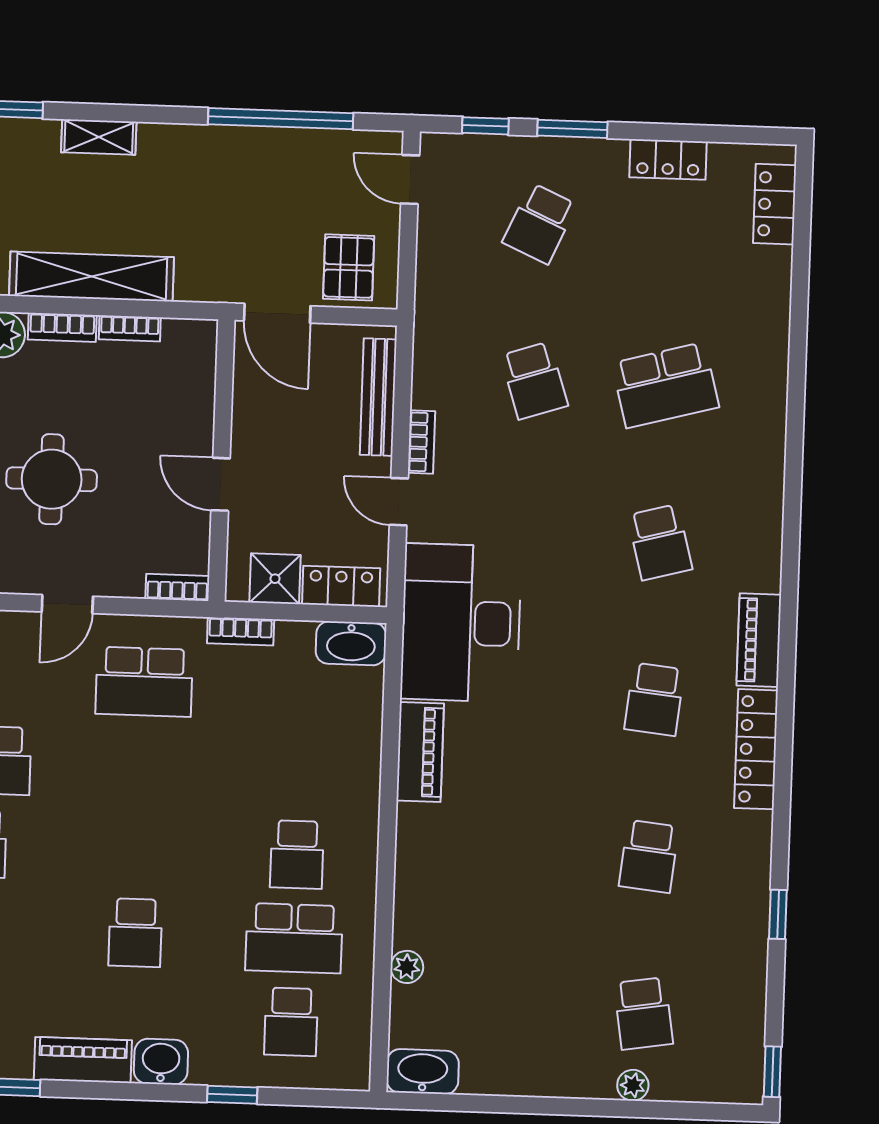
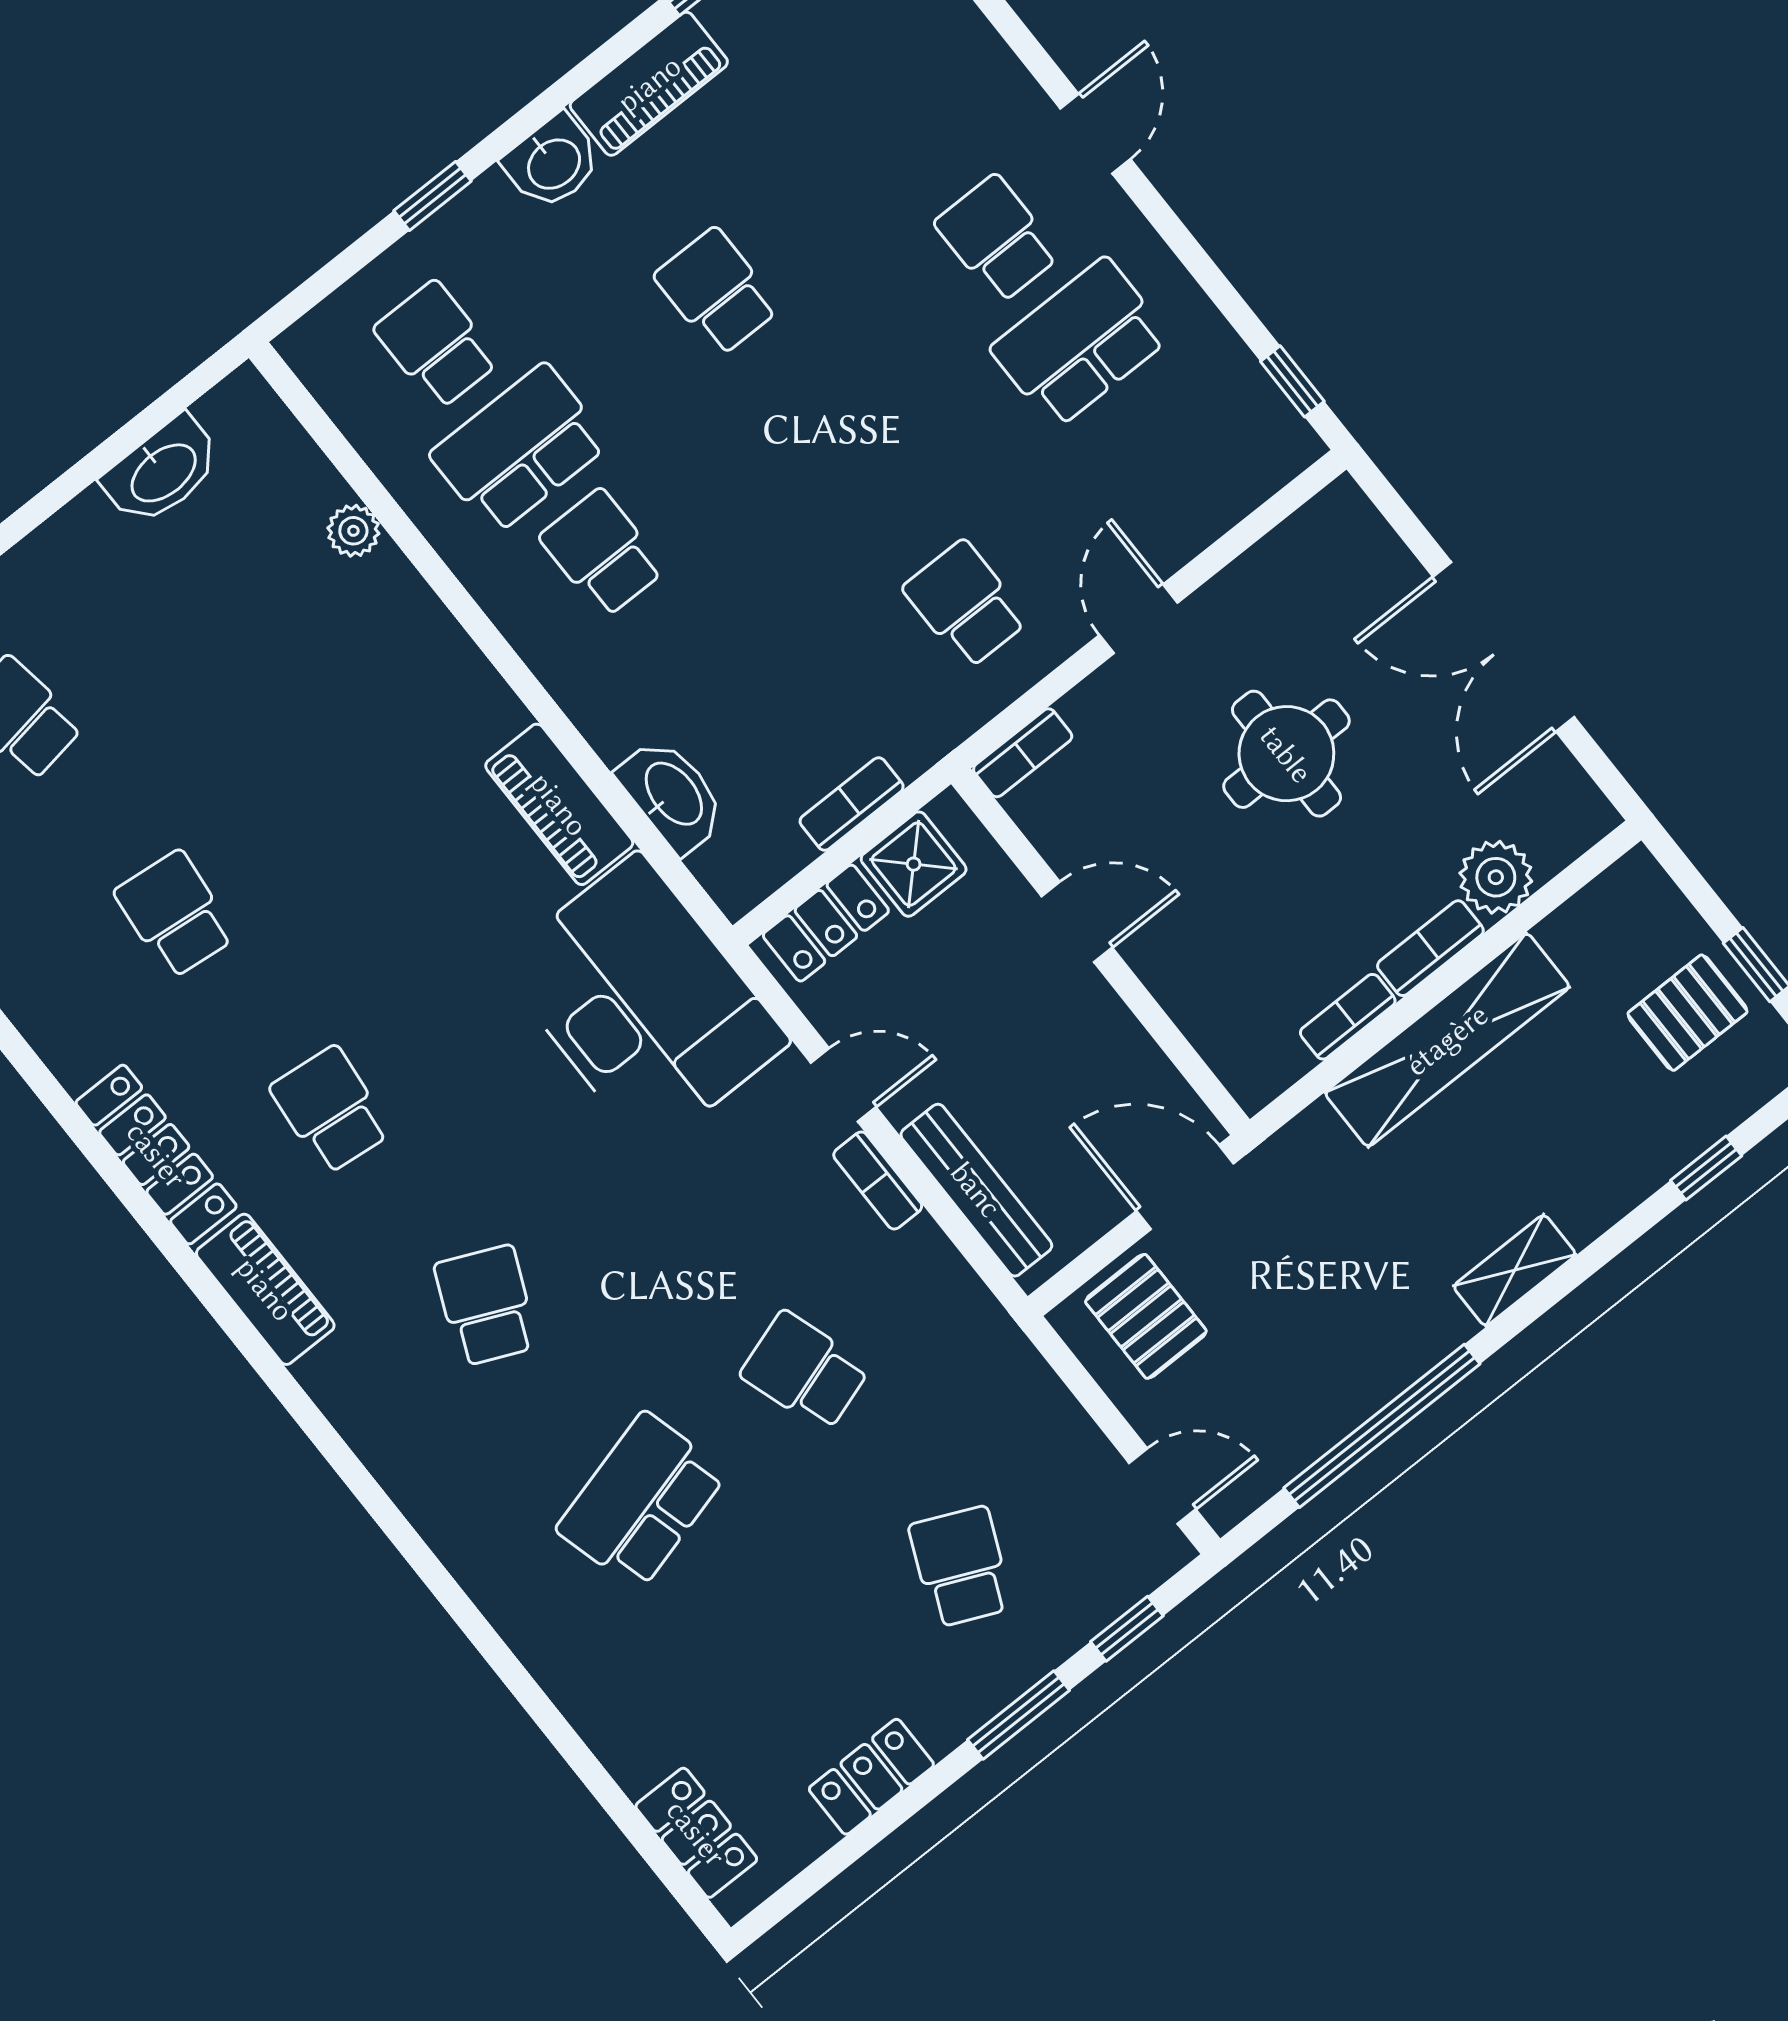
shelving: (99, 137) -> (1515, 1270), moved
school desk: (660, 542) -> (486, 1306), turned 39
bookcase: (241, 631) -> (852, 804), moved
washbasin: (351, 643) -> (672, 795), moved, turned 90
school desk: (144, 682) -> (965, 604), width x0.54
washbasin: (423, 1072) -> (162, 471), moved

